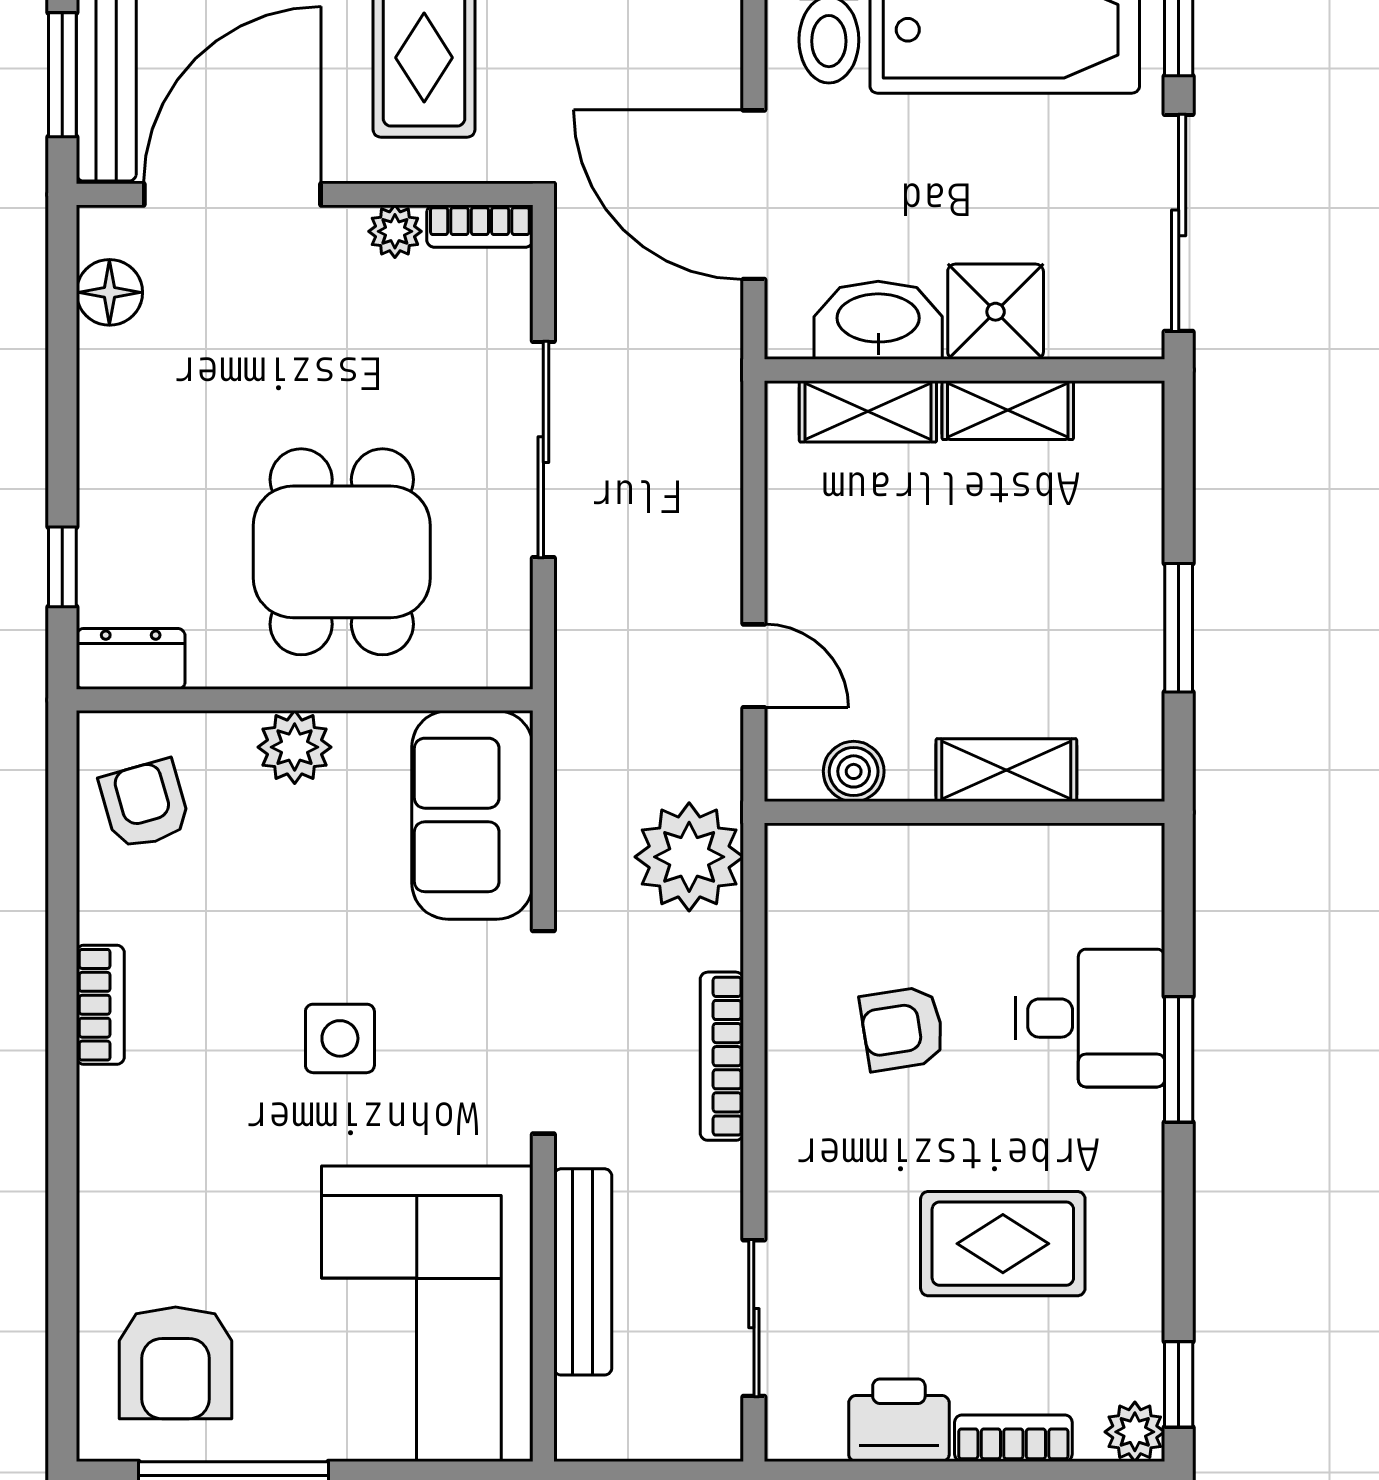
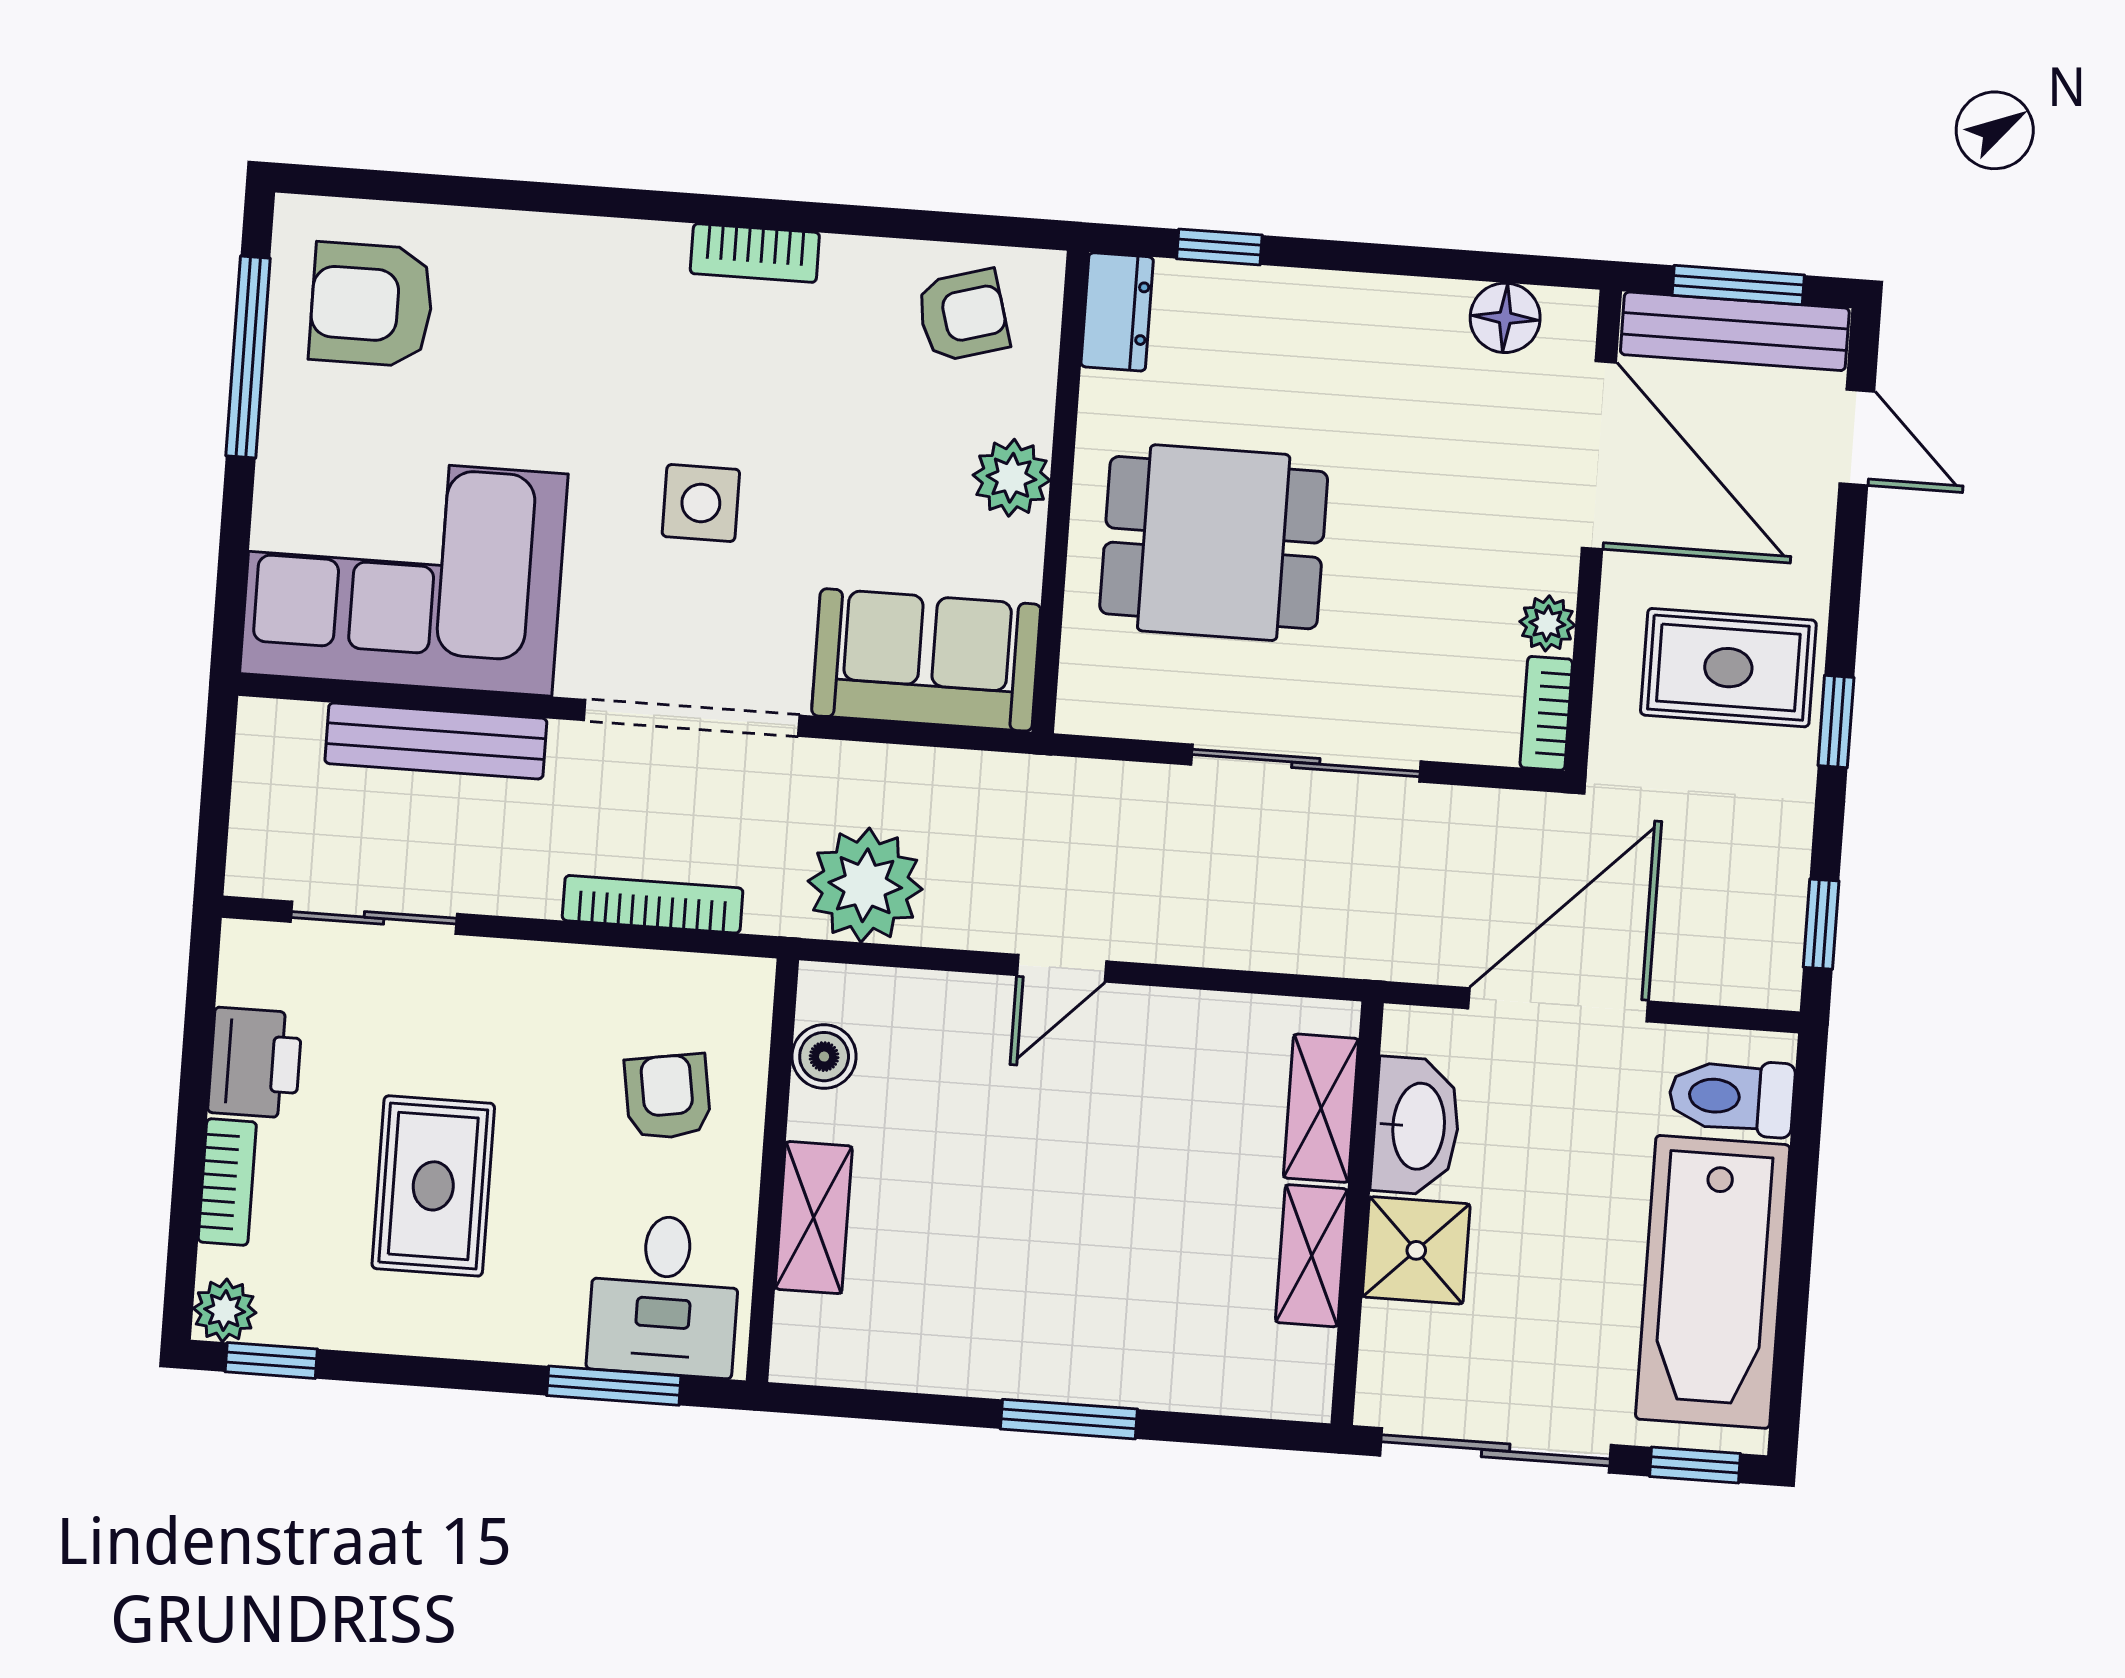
shelving: (1006, 770) -> (814, 1218), moved
boiler: (854, 771) -> (824, 1057), moved
wall: (965, 812) -> (772, 1170), moved

